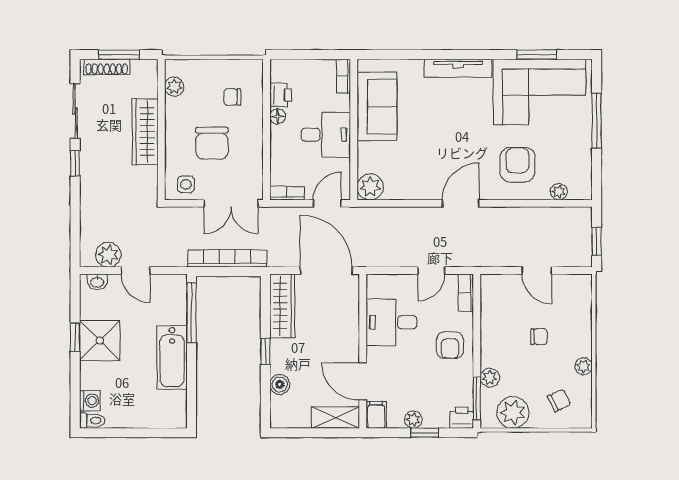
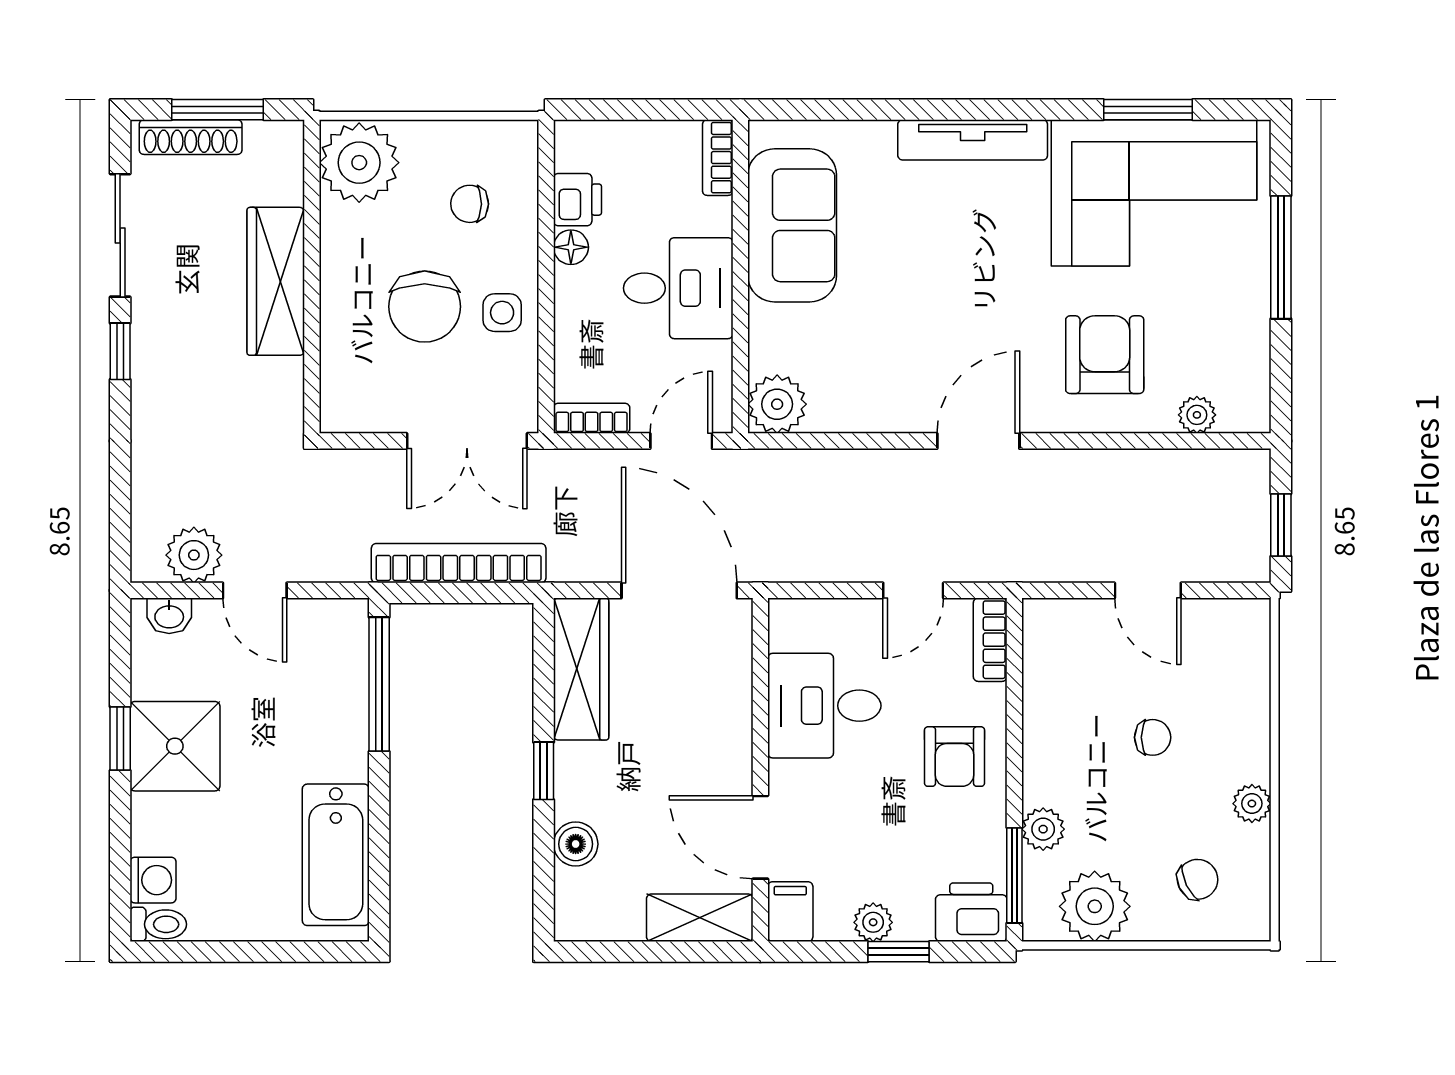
plant: (174, 87) -> (359, 163), width x1.87, depth x1.87
side table: (186, 184) -> (502, 313), moved
bathtub: (172, 357) -> (336, 855), moved
printer: (462, 418) -> (971, 912), width x1.36, depth x1.24

